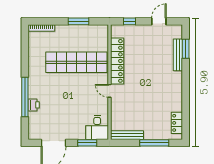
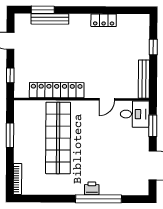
door: (110, 91) -> (107, 99), moved
printer: (34, 105) -> (92, 188), moved
locker: (177, 123) -> (104, 20), moved
window: (154, 143) -> (153, 47), width x0.46

